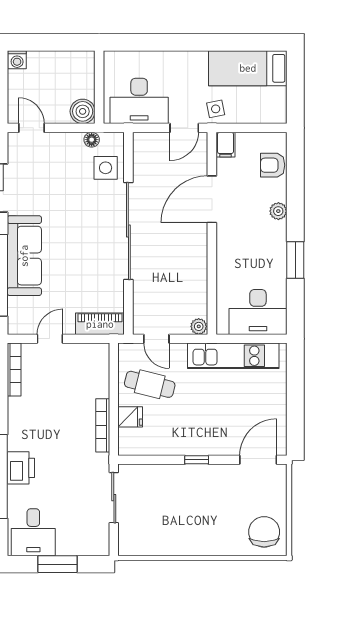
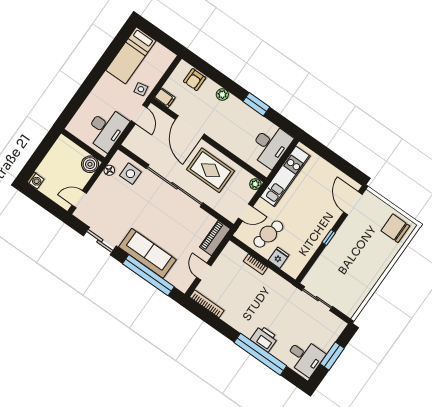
rug: (177, 261) -> (210, 170), added
bookcase: (103, 425) -> (255, 264), moved, width x0.64

